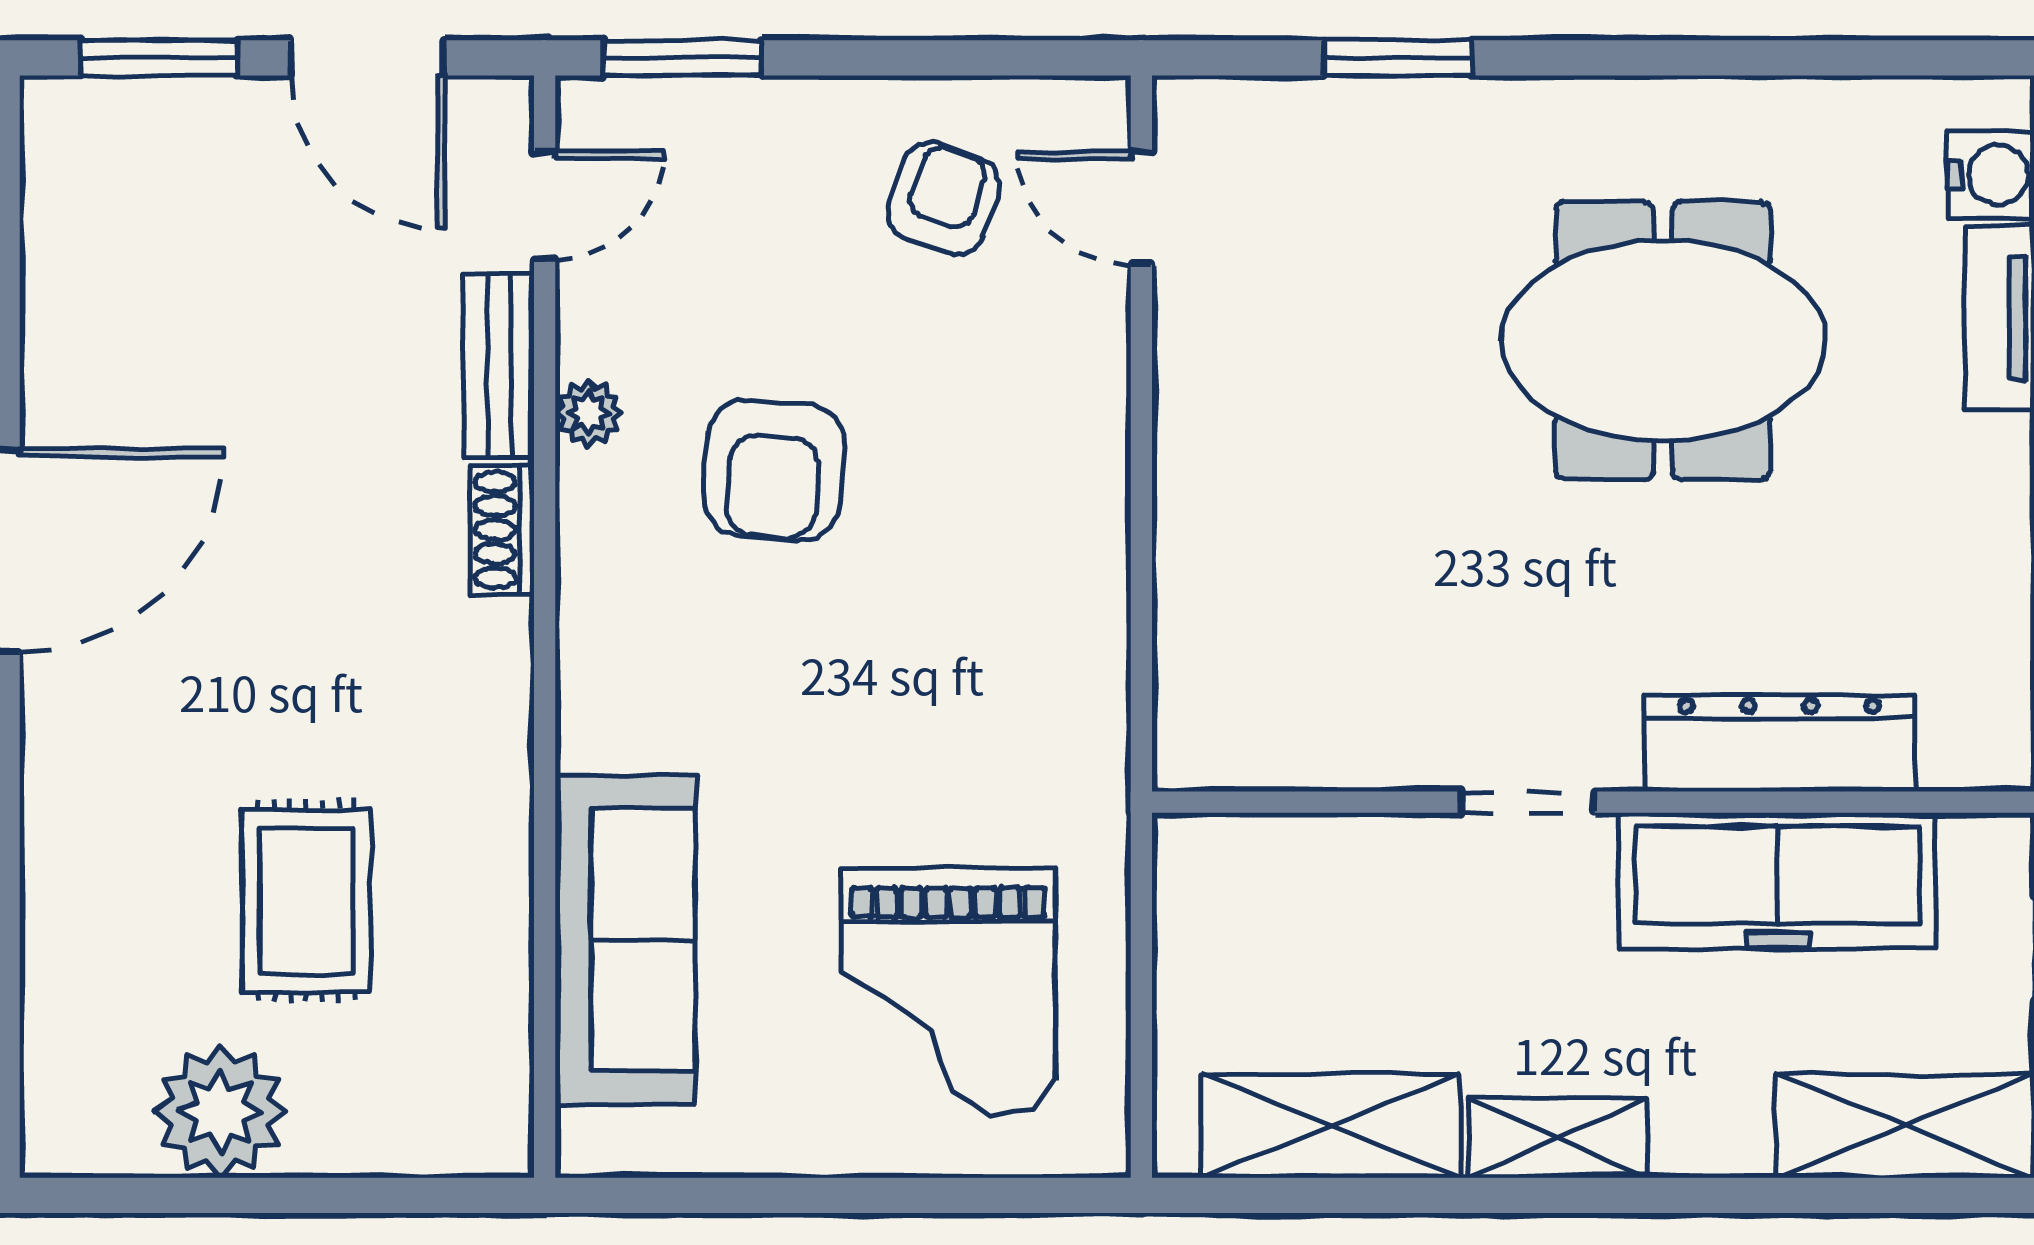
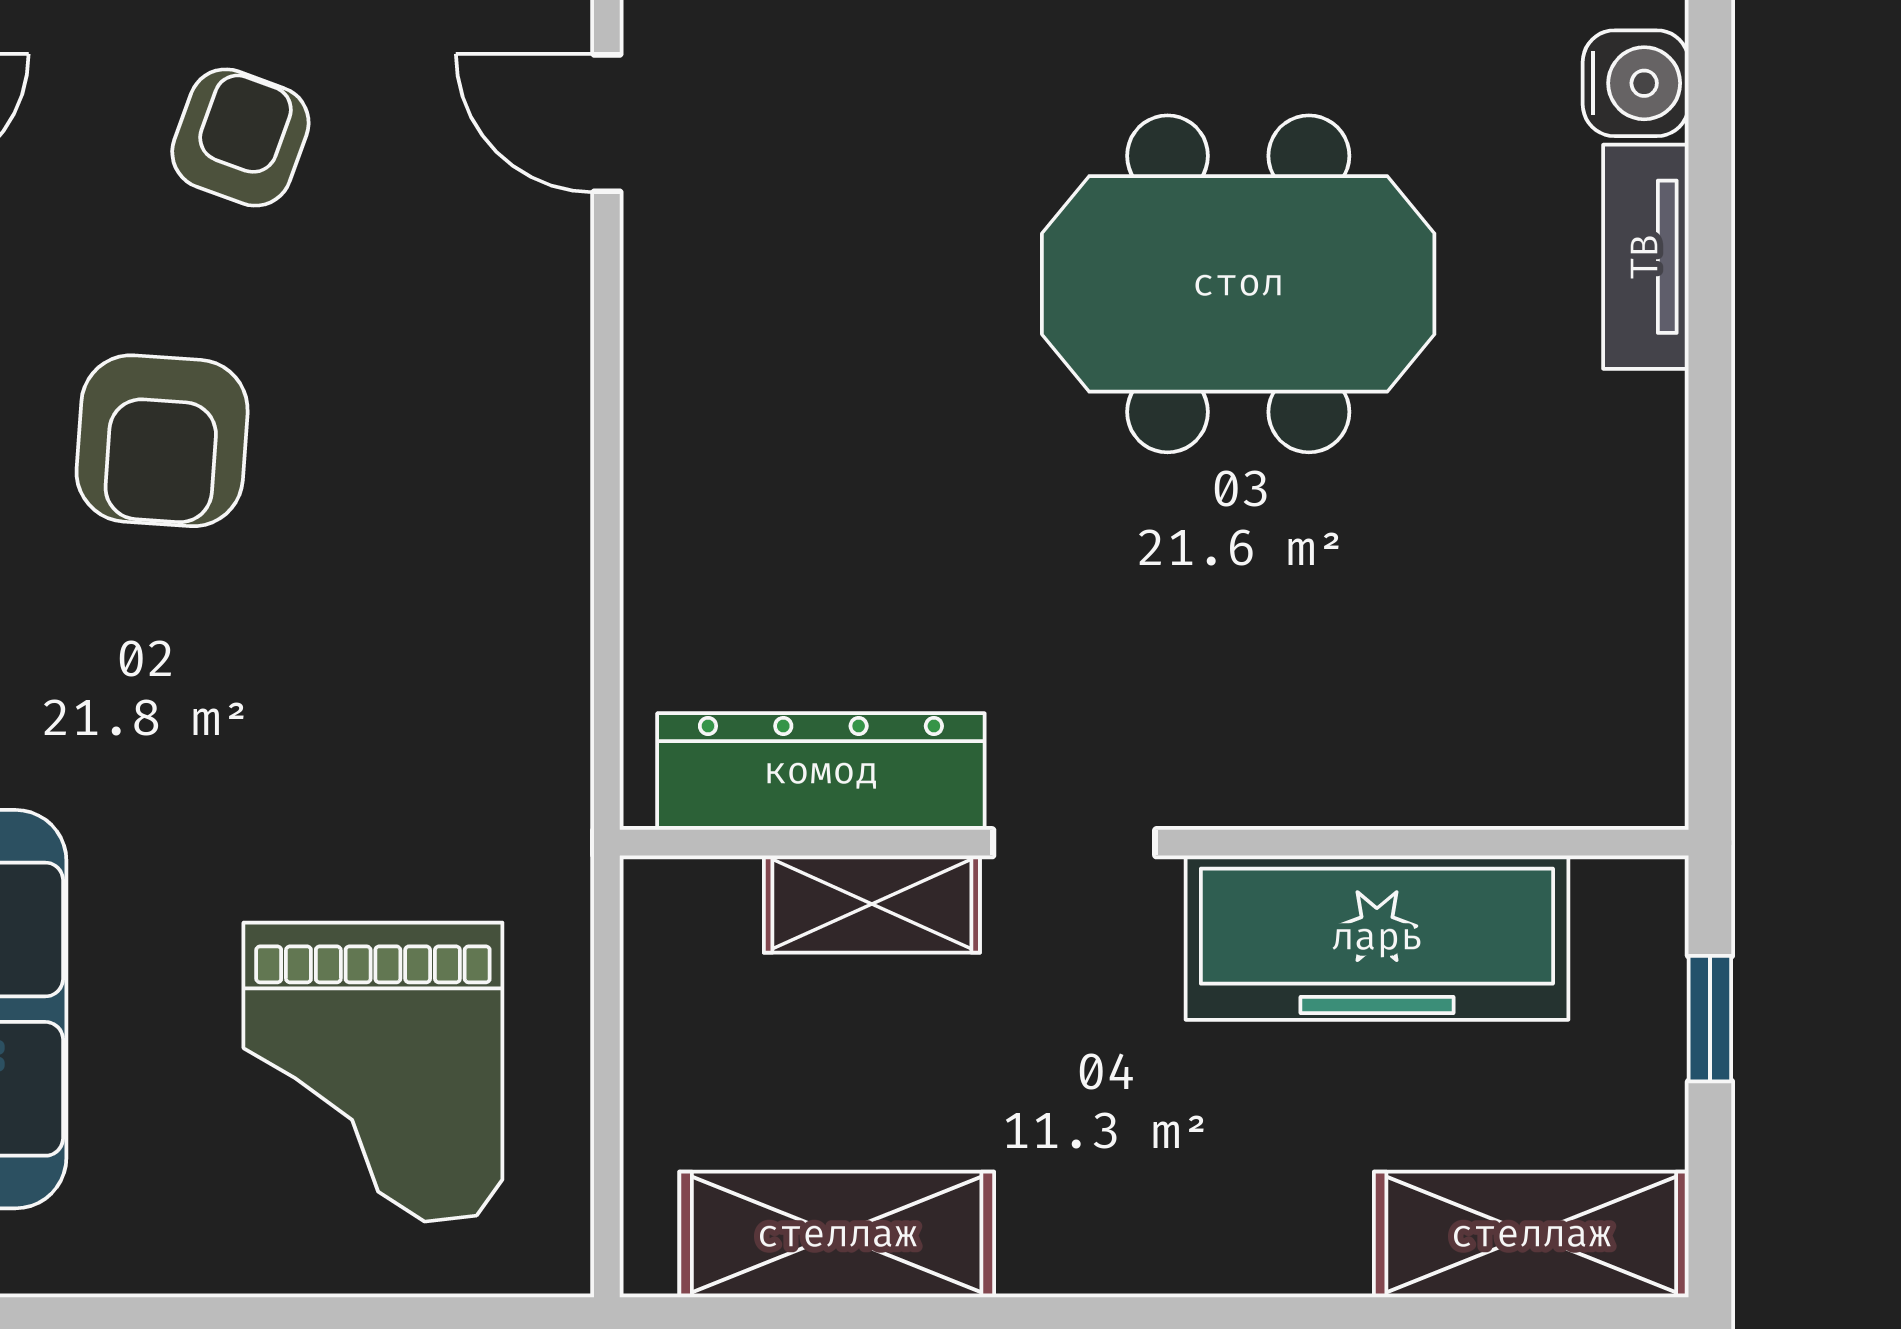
armchair: (943, 199) -> (240, 137), moved
dresser: (1779, 743) -> (821, 772), moved
shelving: (1557, 1138) -> (872, 904), moved

